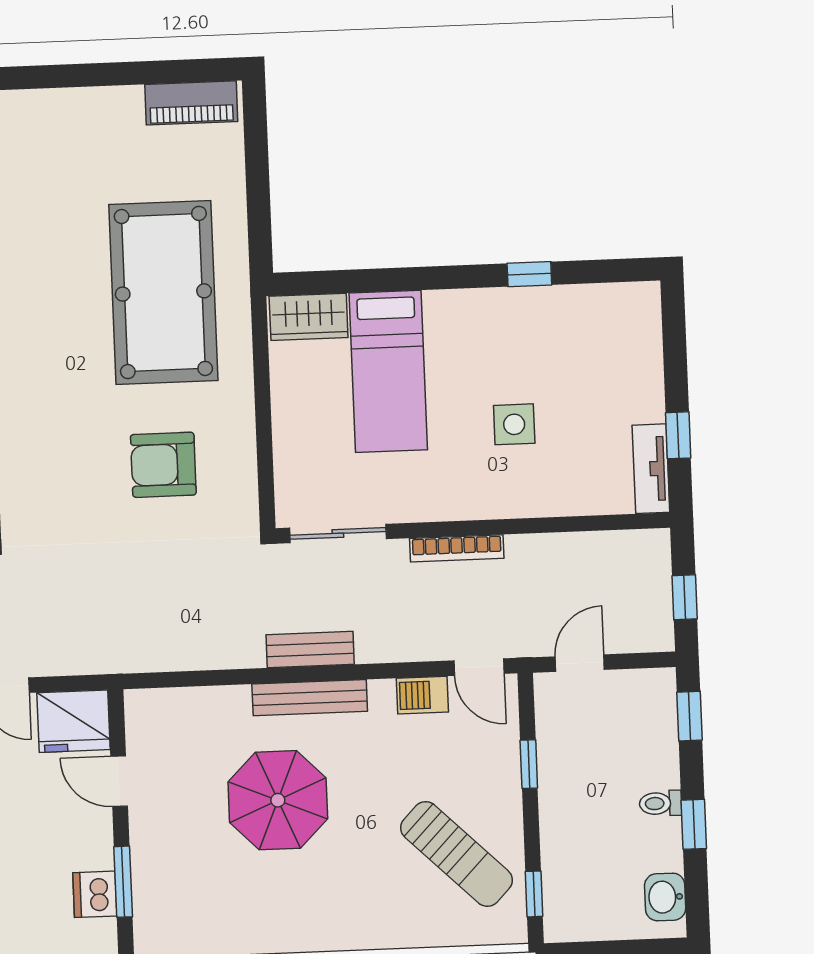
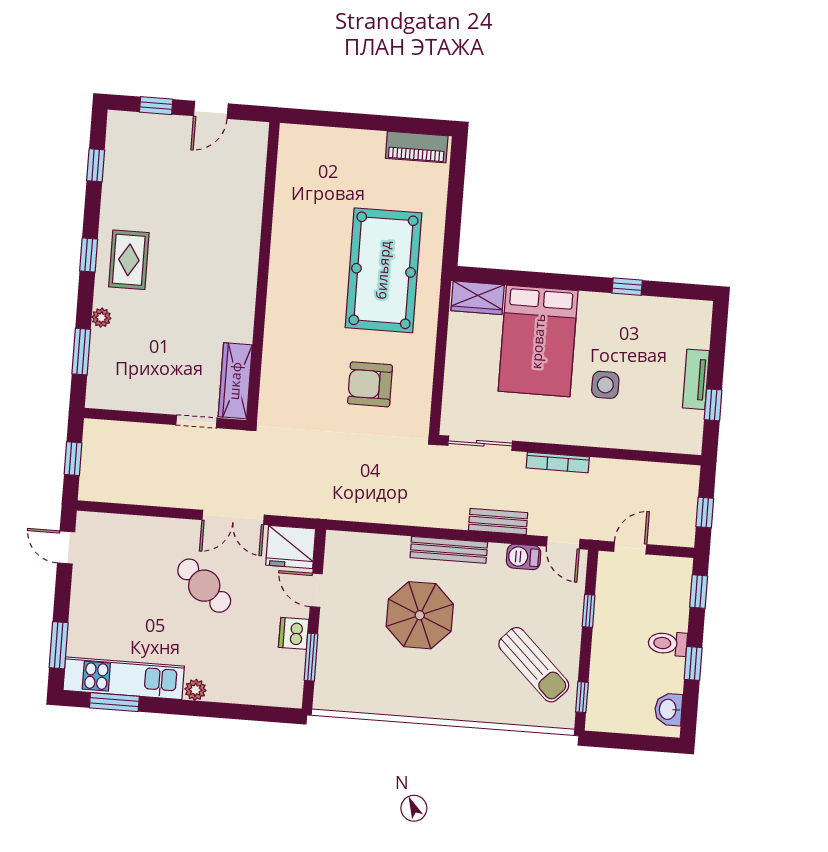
bed: (388, 371) -> (538, 341), width x1.50
tv unit: (651, 469) -> (696, 379), moved
bench: (310, 650) -> (498, 521), moved
toilet: (660, 803) -> (668, 643), width x1.37, depth x1.39
dishwasher: (95, 894) -> (294, 633), moved

